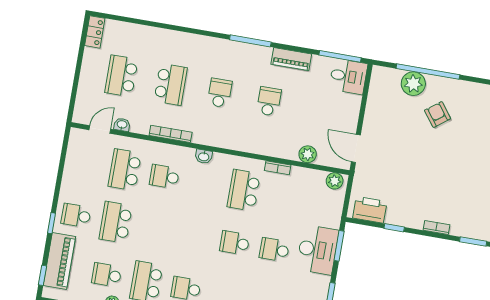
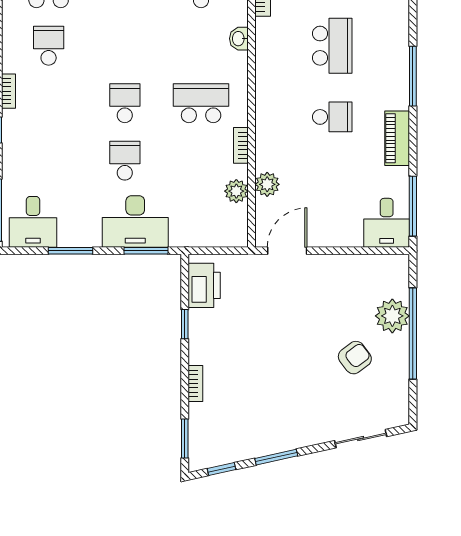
school desk: (220, 93) -> (332, 46), width x1.85
plant: (335, 181) -> (236, 191), moved

